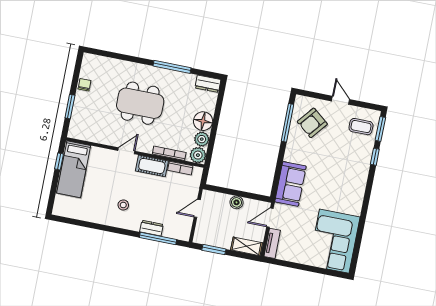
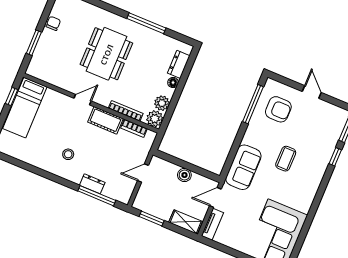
dresser: (208, 84) -> (179, 64), moved, turned 90
dining table: (140, 103) -> (106, 54), turned 90
floor lamp: (203, 121) -> (173, 83), width x0.53, depth x0.53
armchair: (312, 123) -> (278, 109), turned -129
coffee table: (361, 127) -> (286, 159), moved, turned 90

